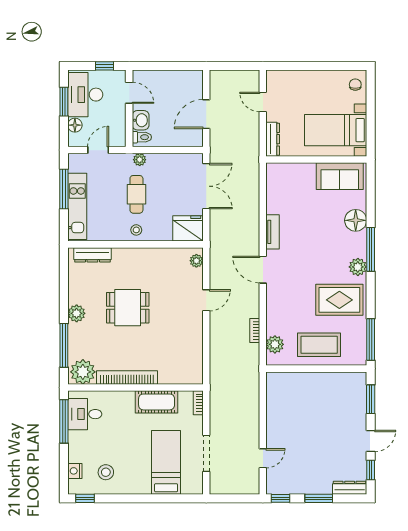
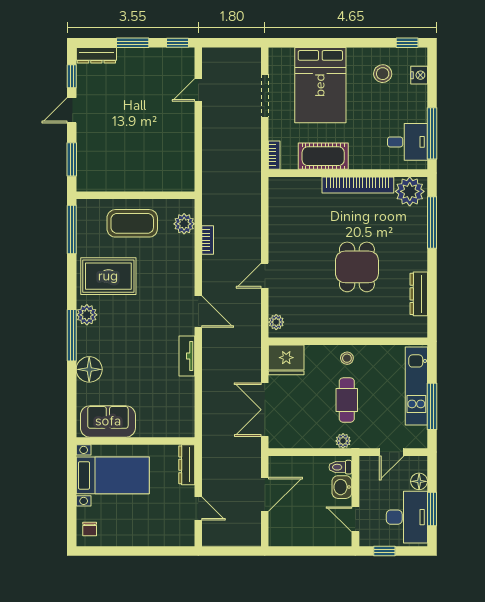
dresser: (92, 255) -> (419, 294), moved, turned -90
dining table: (128, 308) -> (357, 267), turned 90
plant: (77, 313) -> (417, 260), removed
bed: (166, 462) -> (320, 85), width x1.50

